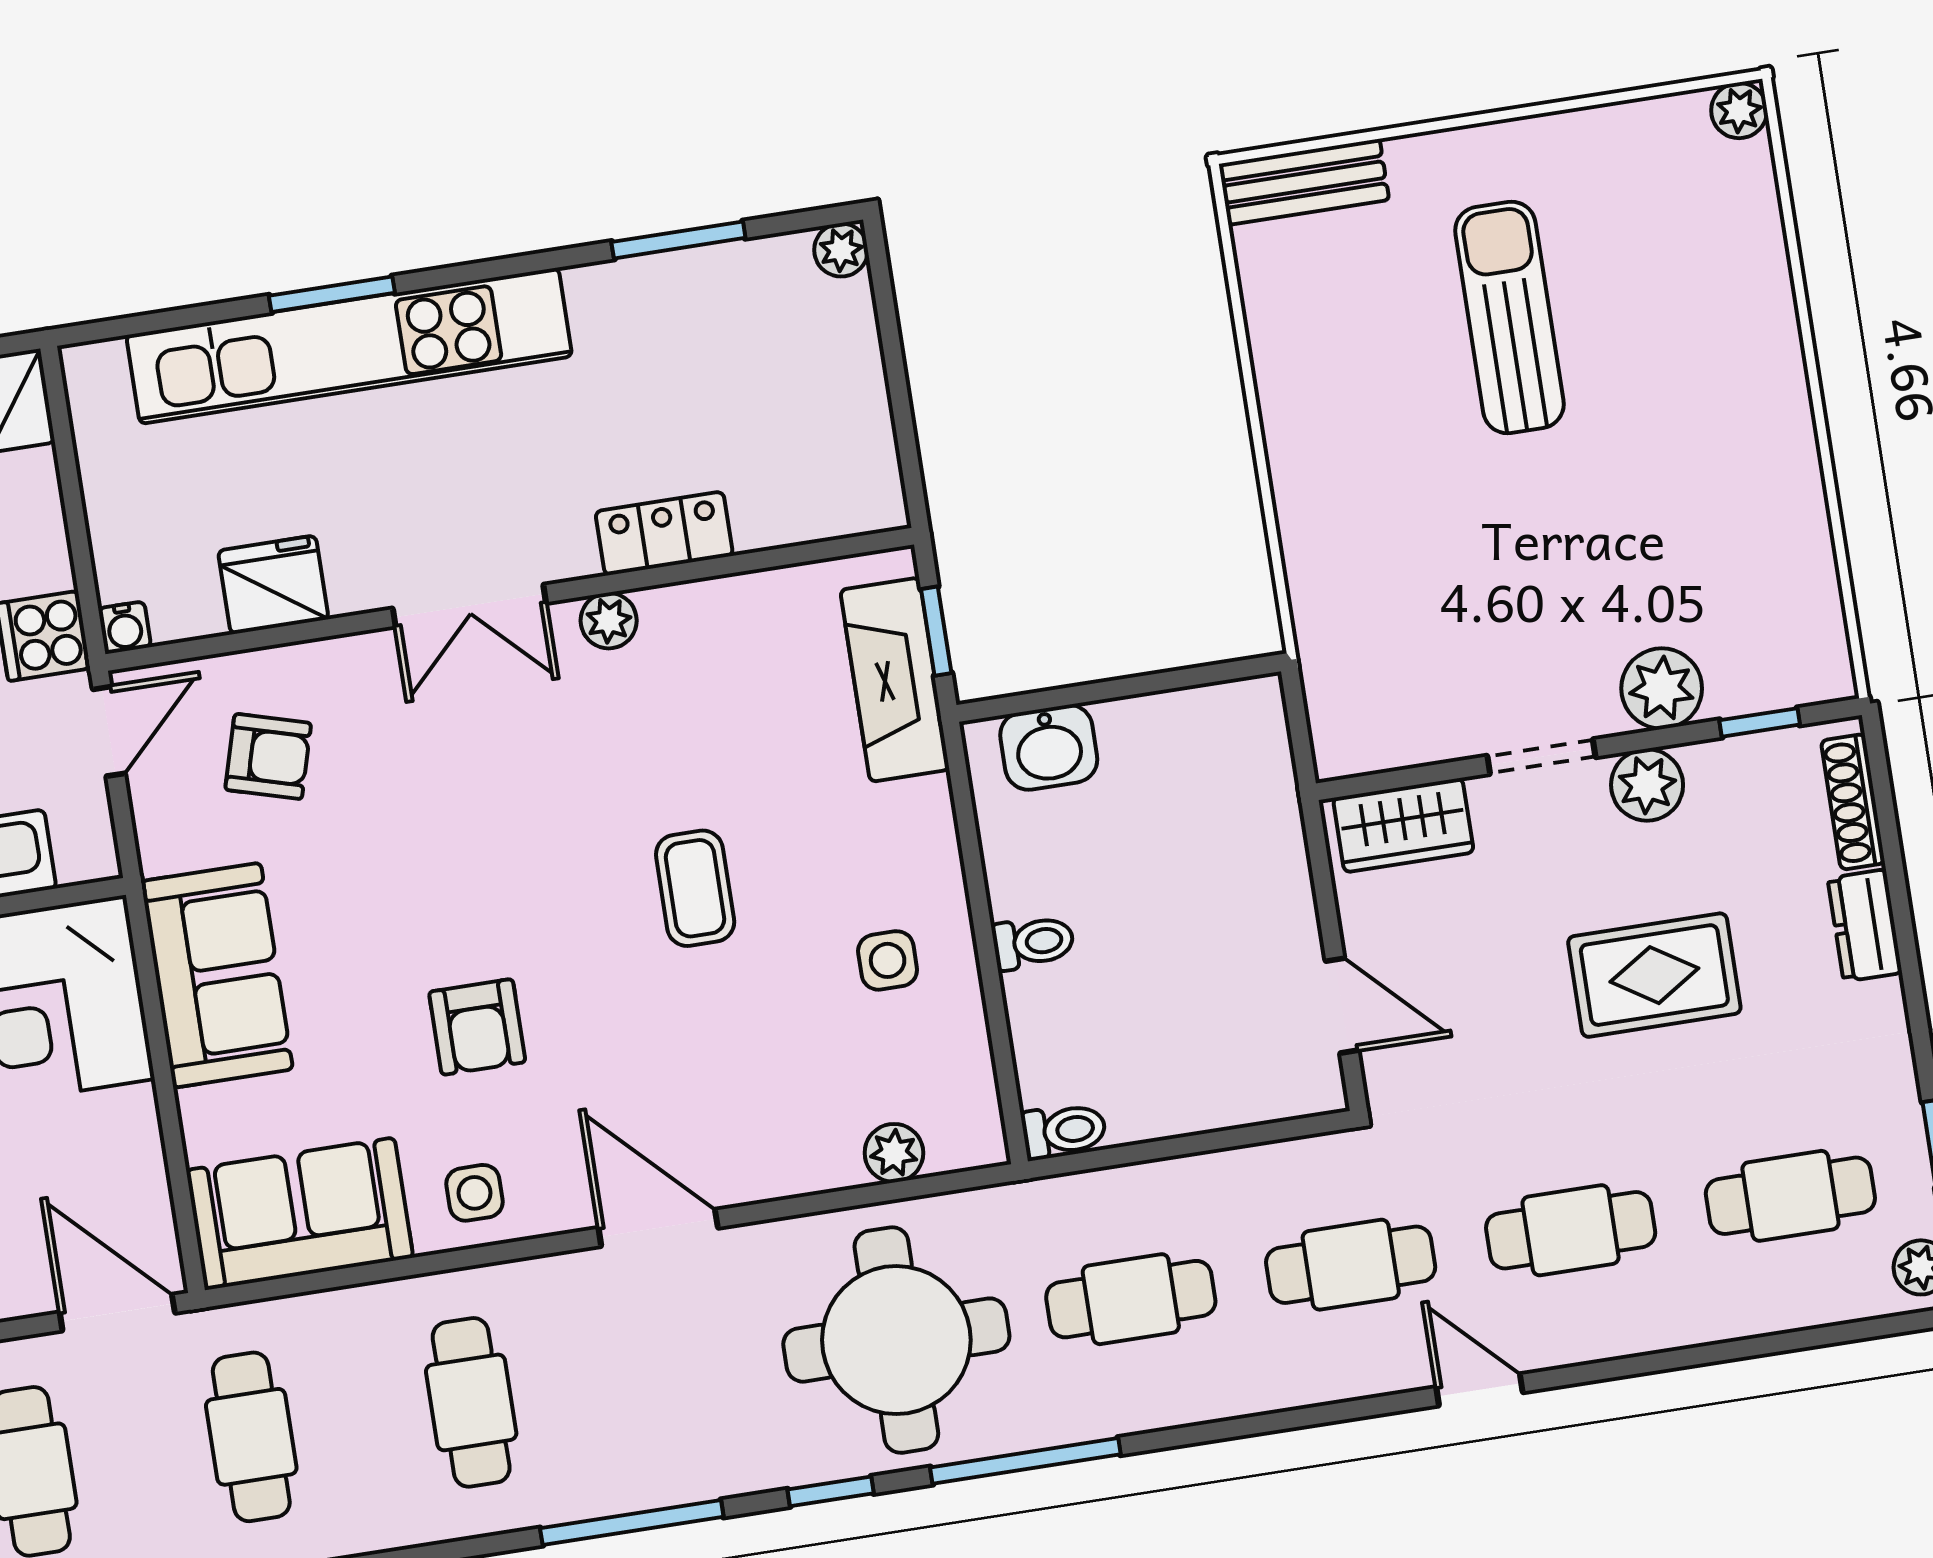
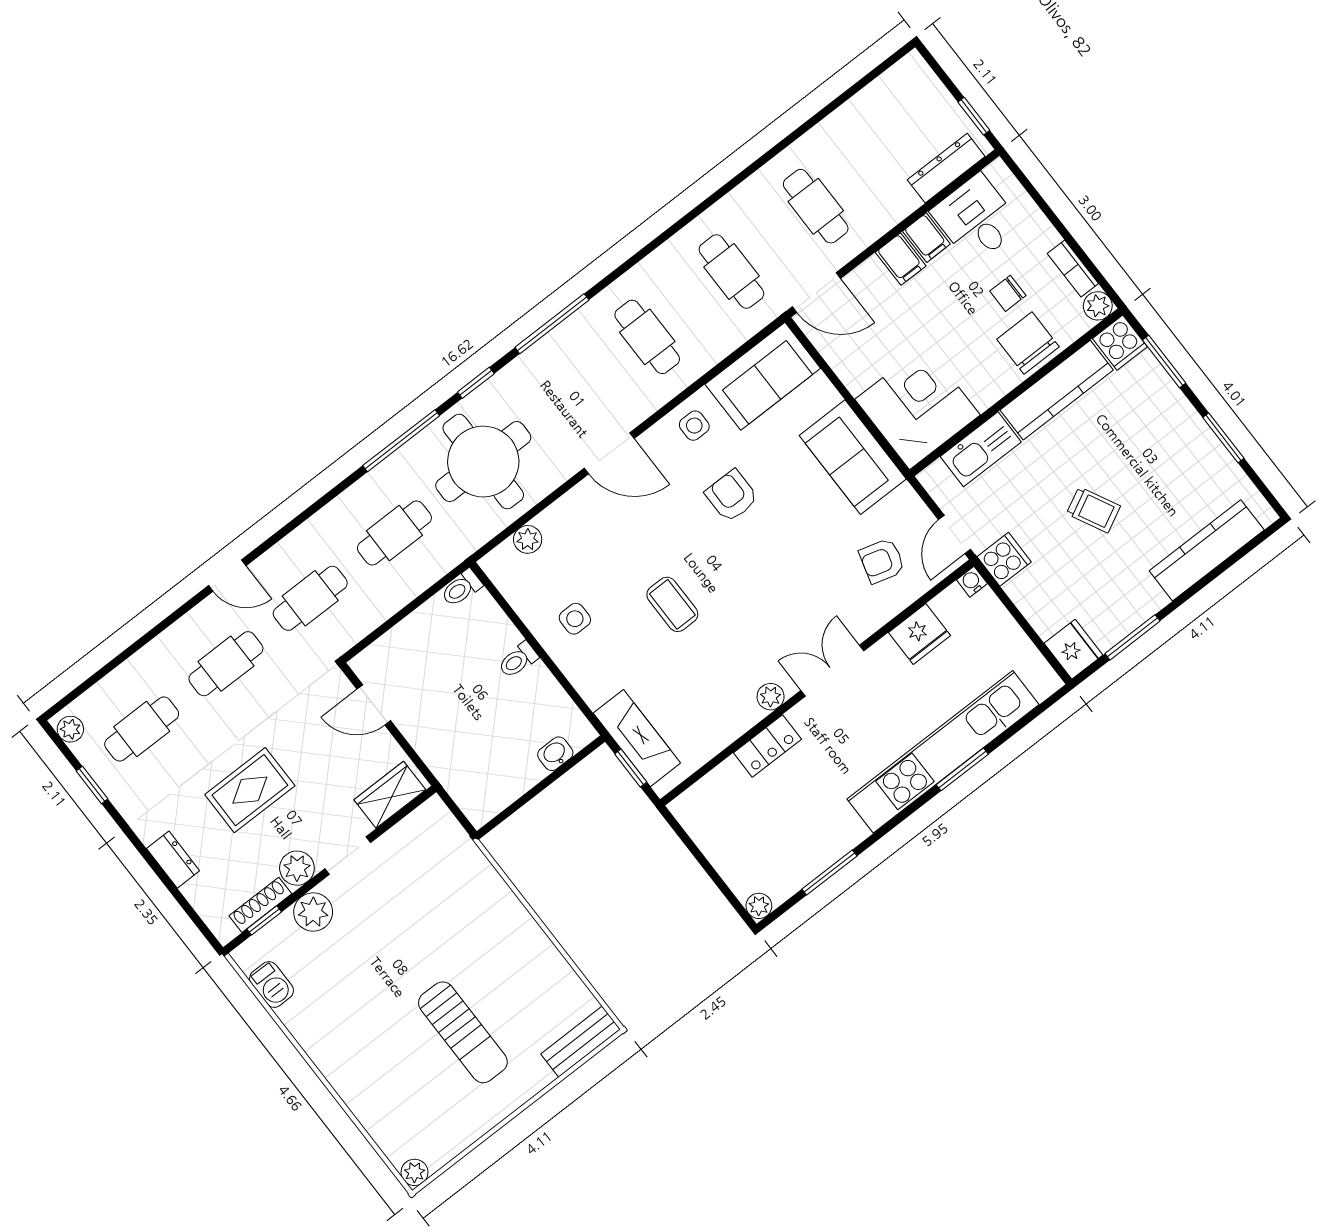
barbecue: (1811, 598) -> (272, 985), added
washbasin: (1049, 747) -> (555, 754), width x0.72, depth x0.69
shoe rack: (1853, 802) -> (260, 905), moved, turned -90

